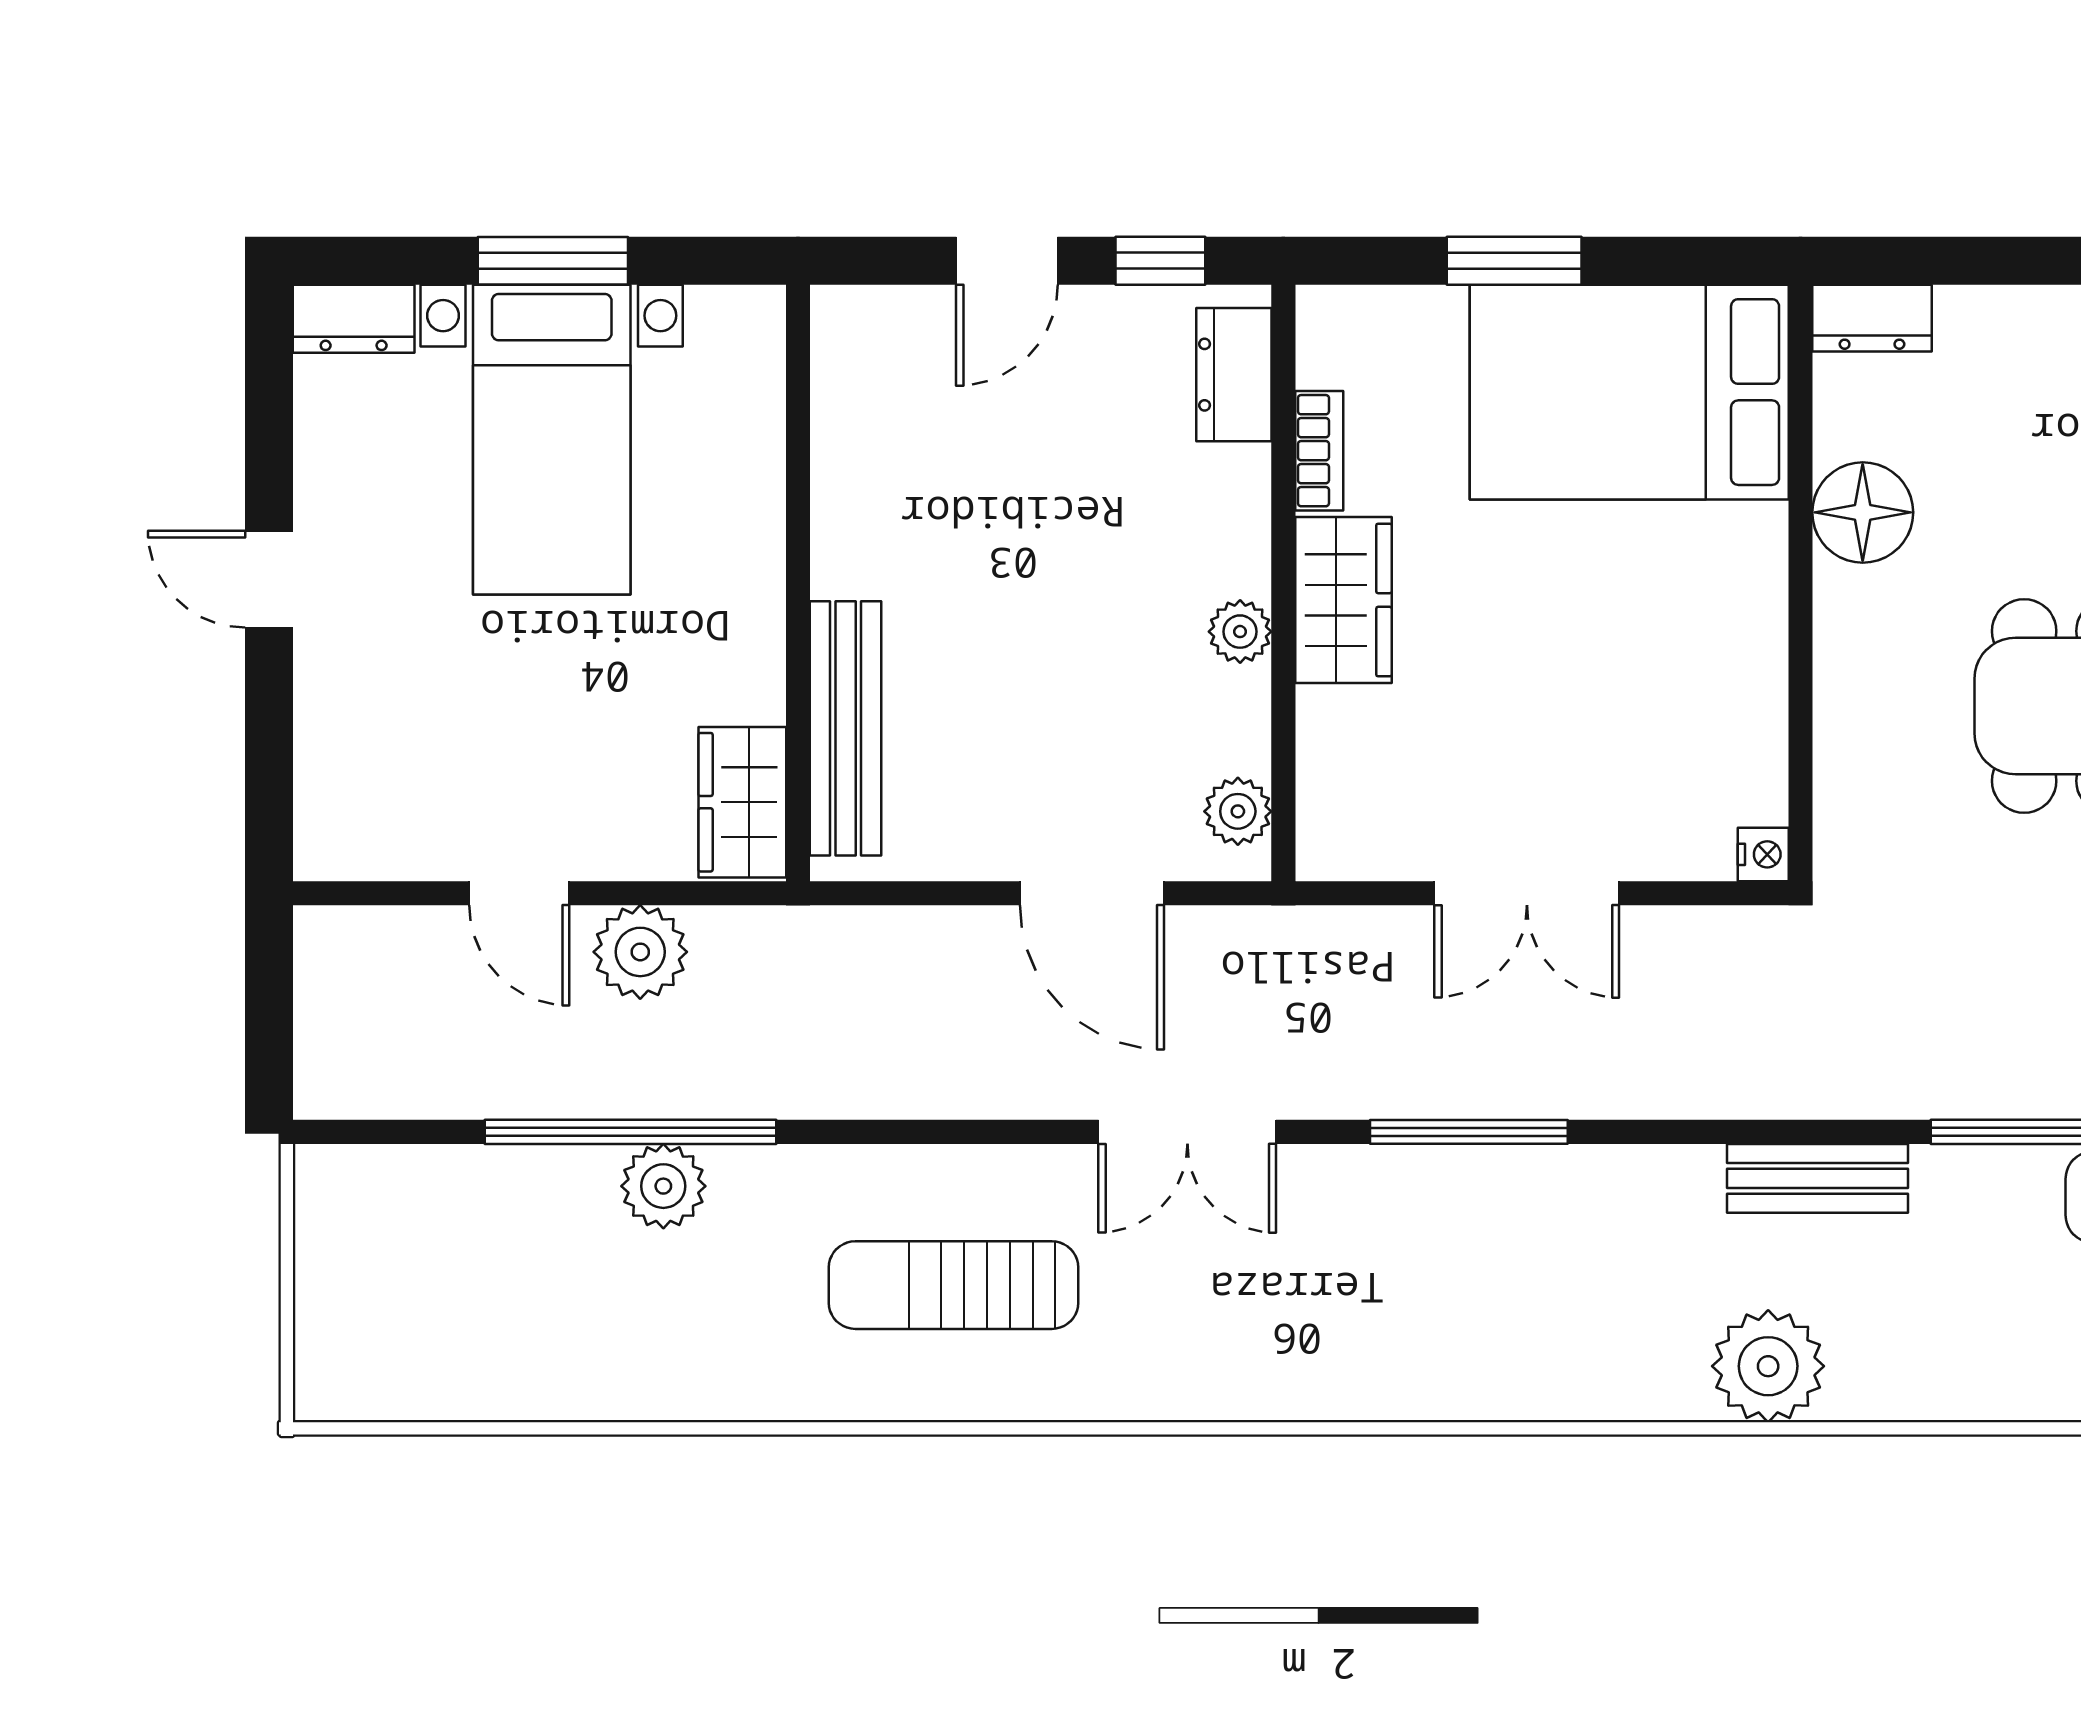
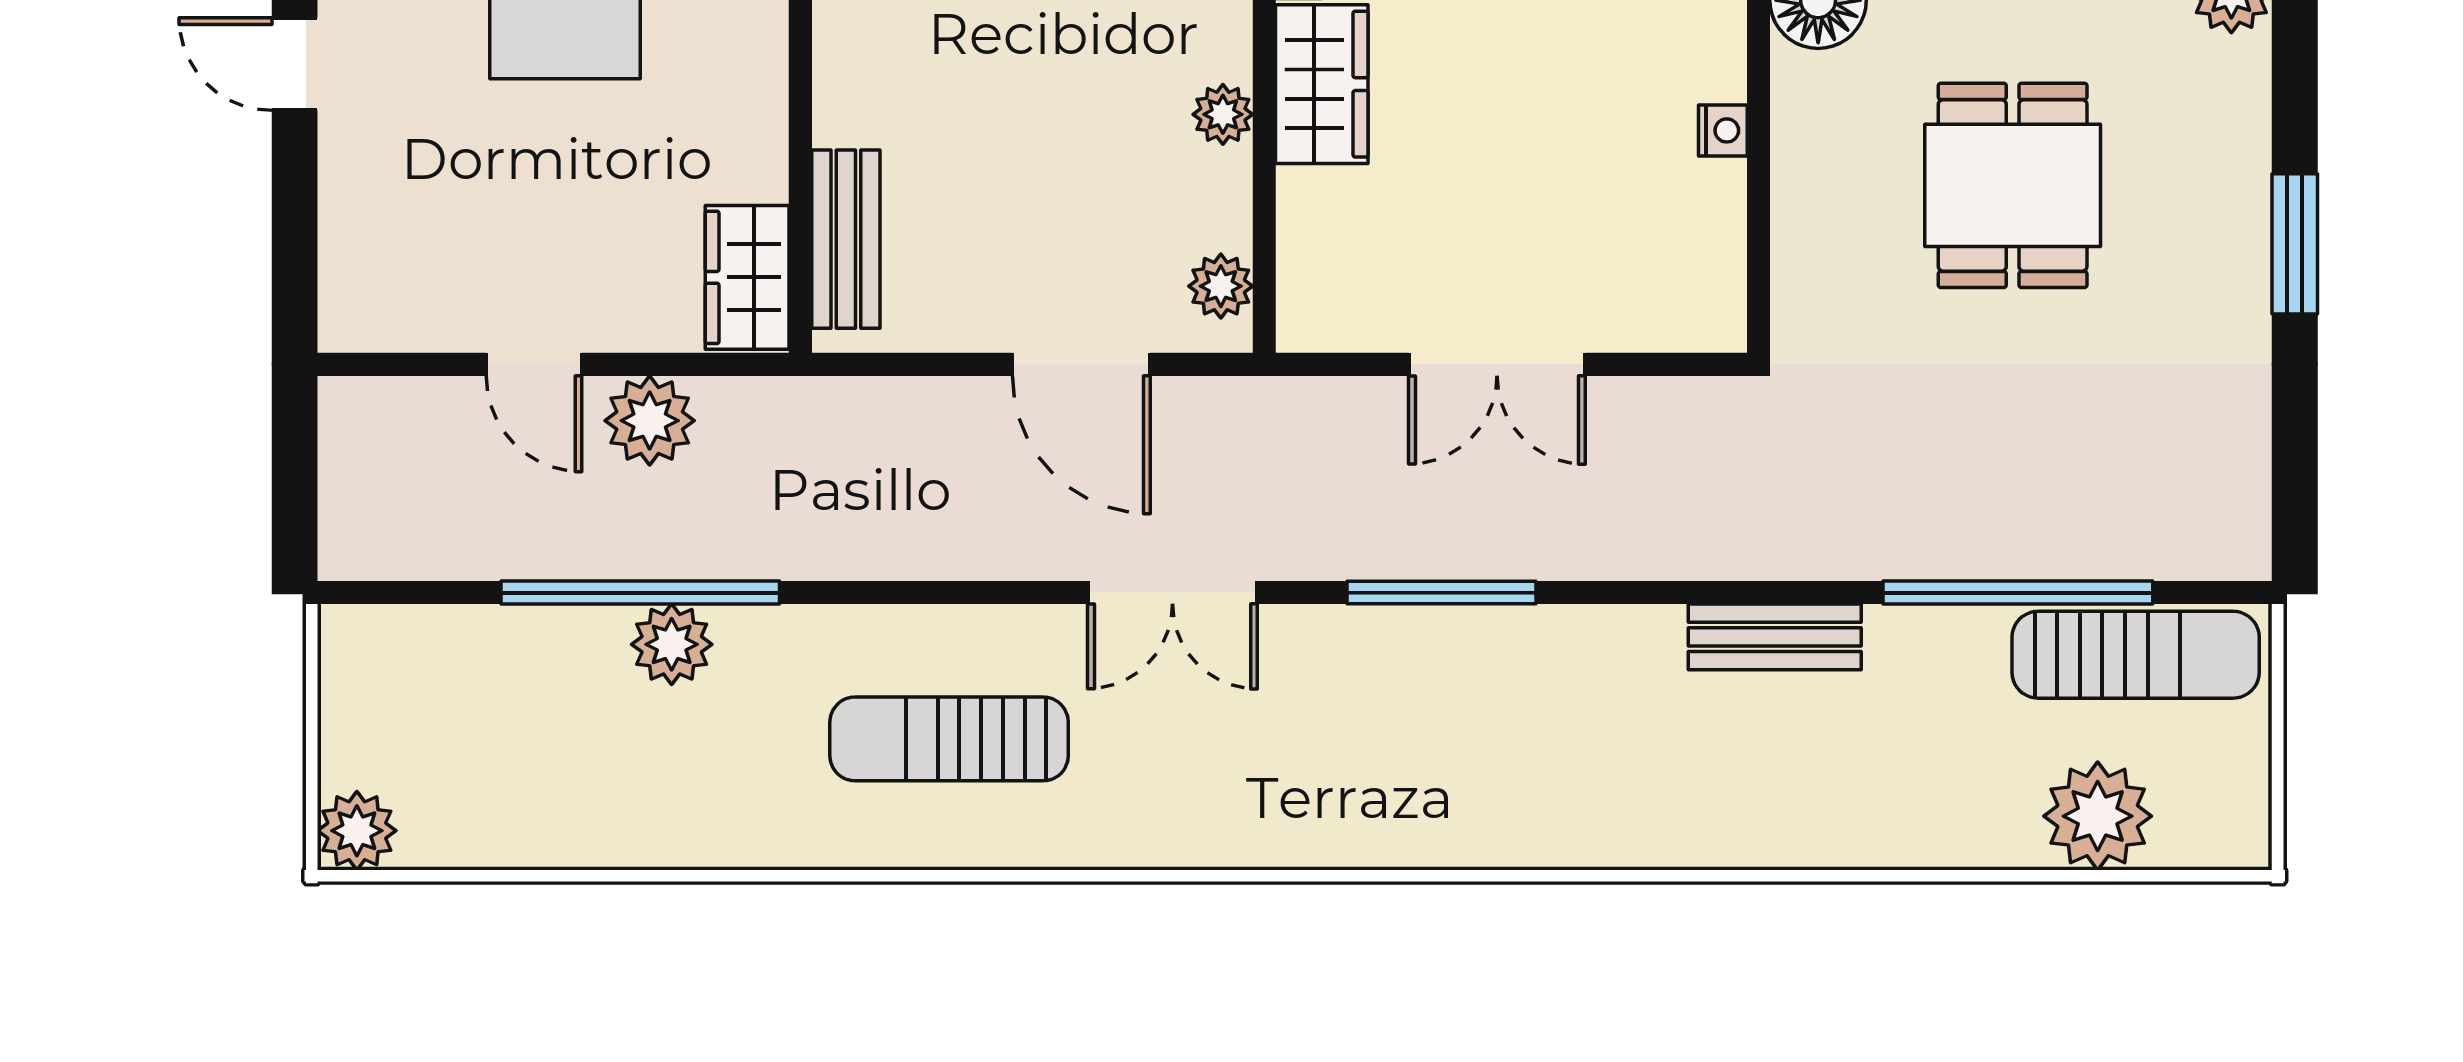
bench: (846, 728) -> (846, 239), width x0.73
nightstand: (1763, 854) -> (1723, 130), moved
plant: (1768, 1366) -> (357, 831), moved, width x0.73, depth x0.73

